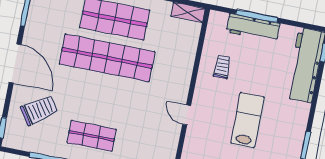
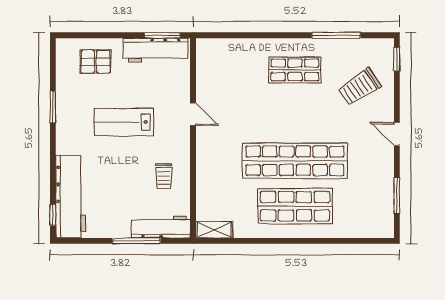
workbench: (253, 28) -> (161, 227), moved
door: (15, 64) -> (397, 134), width x0.53
lab bench: (247, 120) -> (124, 122), turned 90

